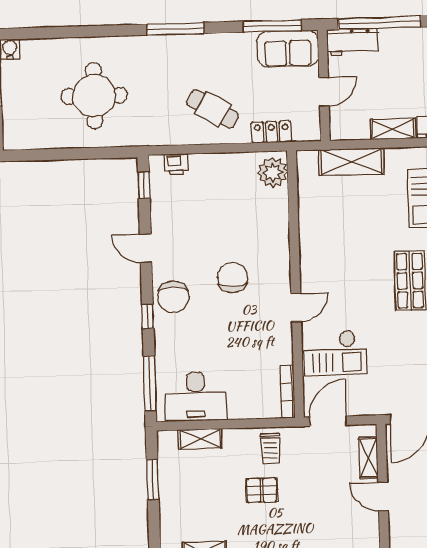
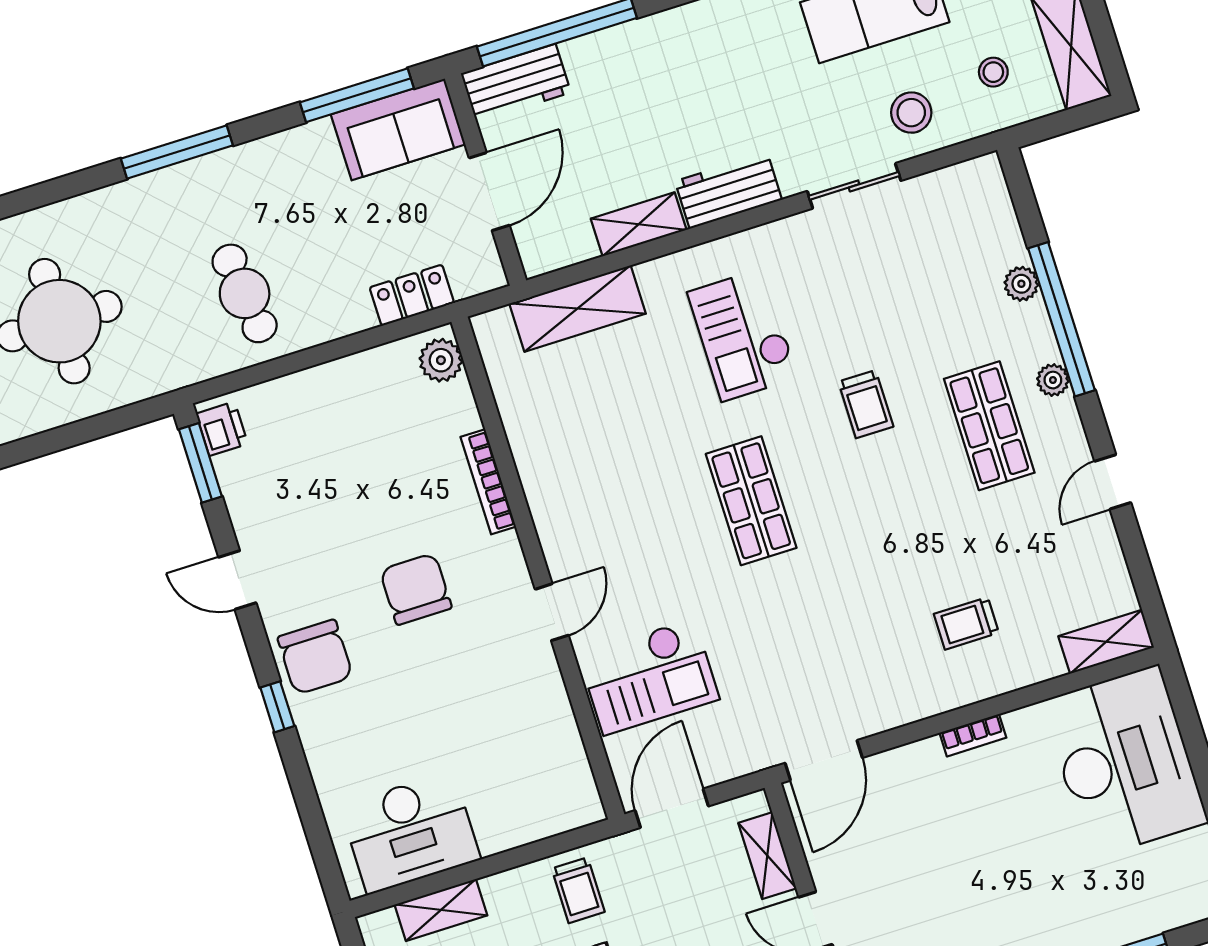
door: (324, 92) -> (489, 192), width x1.37
cafe table: (213, 109) -> (245, 293), moved, turned 52
printer: (176, 164) -> (222, 429), moved, turned -90
plant: (273, 172) -> (441, 360), width x0.73, depth x0.73
window: (144, 185) -> (200, 463), width x1.50
window: (150, 383) -> (317, 832), removed
bookcase: (288, 392) -> (488, 482), moved

